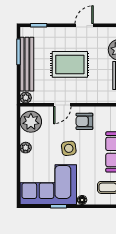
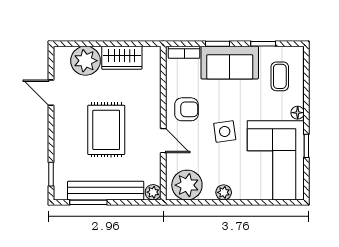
door: (84, 25) -> (51, 93), moved
armchair: (84, 121) -> (186, 109), turned -90

